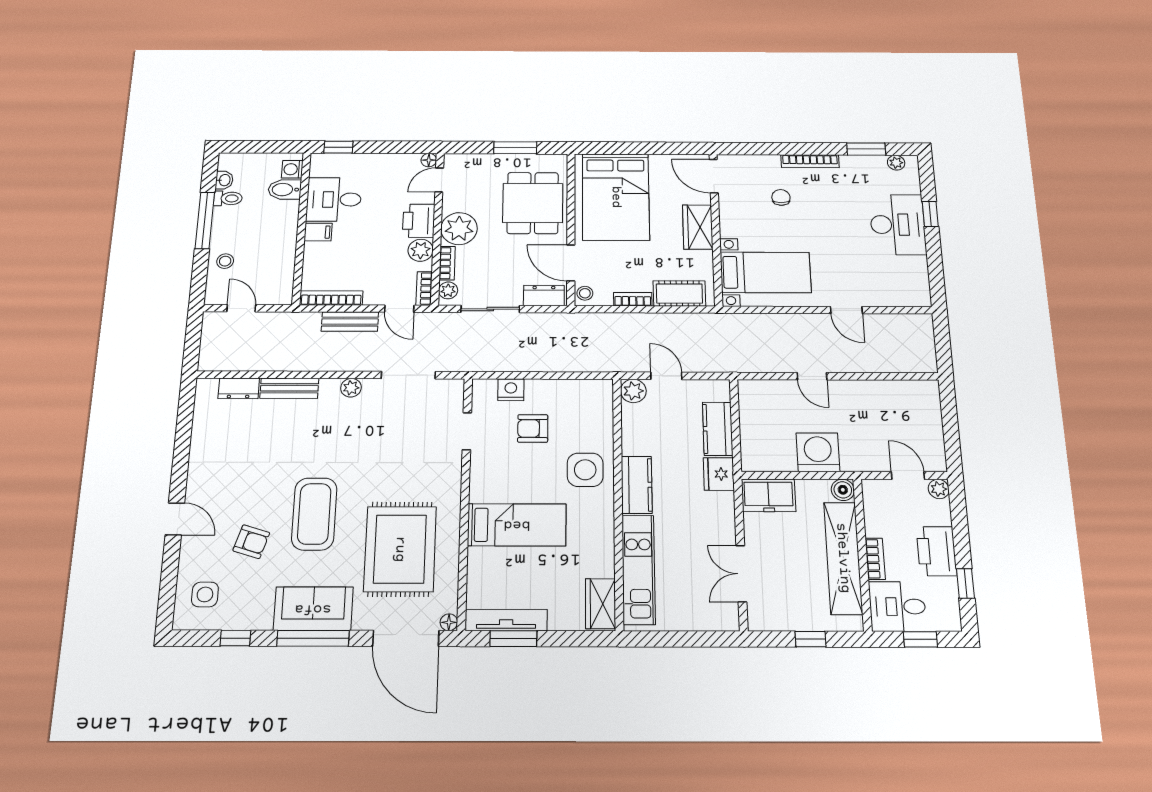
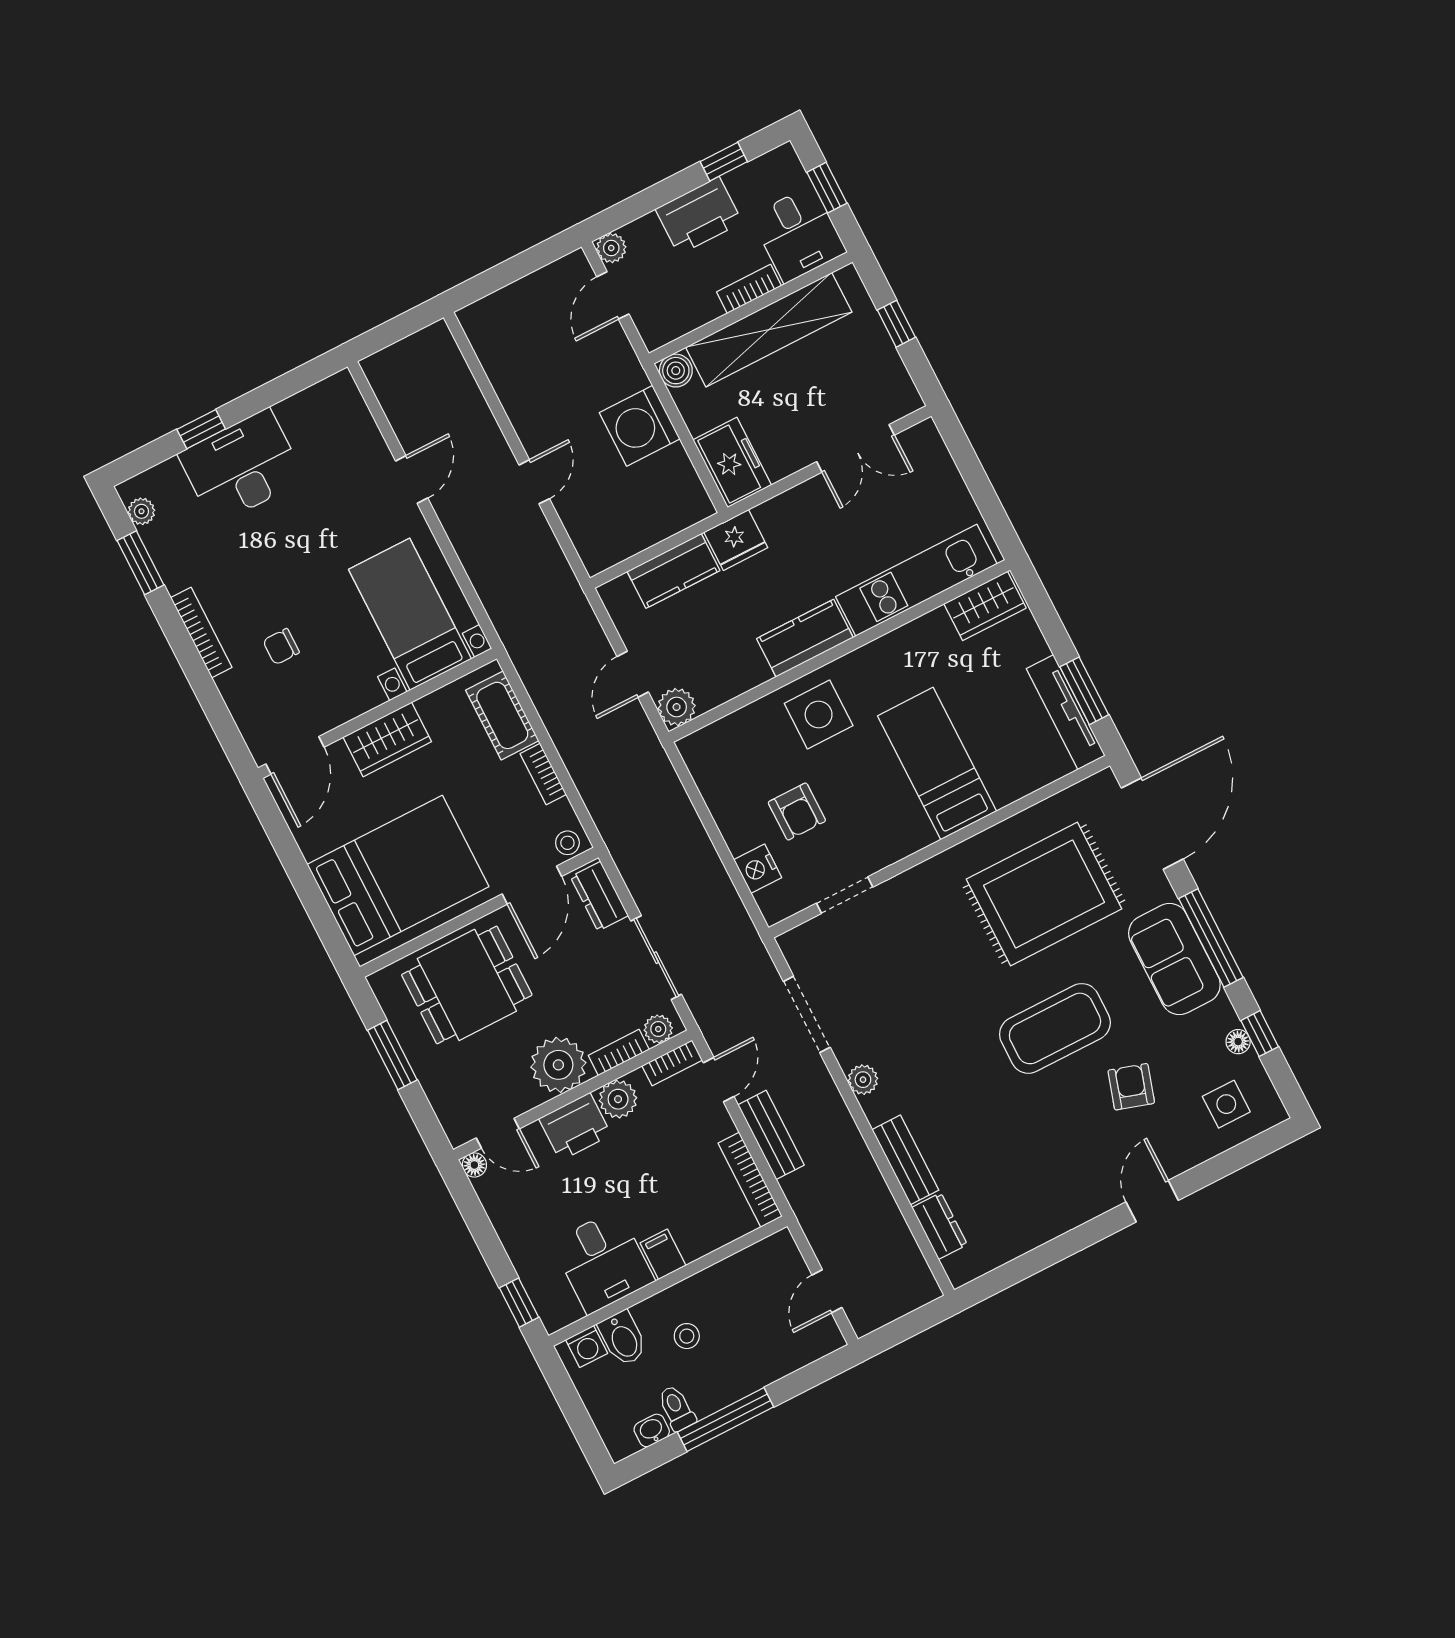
stool: (225, 261) -> (687, 1336), moved
floor lamp: (449, 622) -> (1238, 1042), moved

